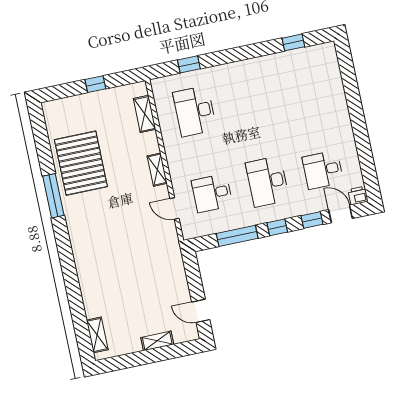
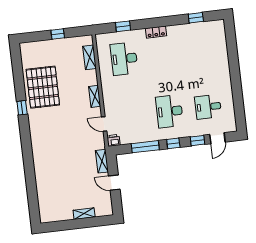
locker: (237, 68) -> (156, 32), added
desk: (212, 193) -> (131, 116), removed
printer: (358, 195) -> (113, 140), moved
window: (53, 196) -> (22, 108), width x0.46
door: (341, 214) -> (217, 138), swing flipped
door: (201, 311) -> (114, 183), moved
shelving: (97, 335) -> (102, 161), moved

